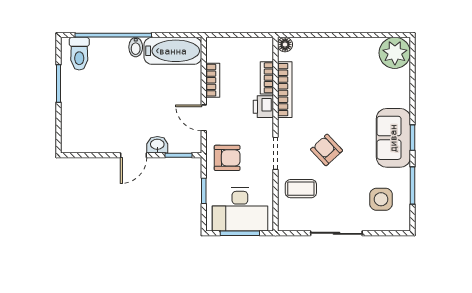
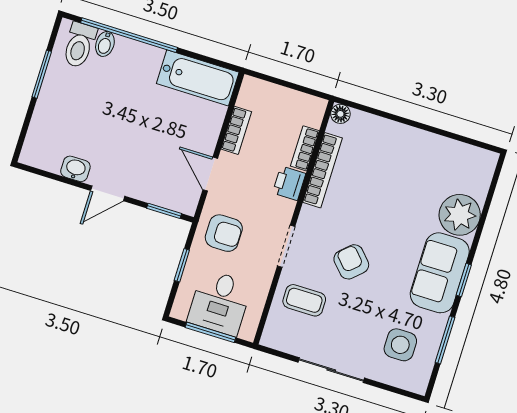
bidet: (136, 47) -> (105, 44), moved
plant: (395, 53) -> (460, 215), moved
washbasin: (157, 145) -> (75, 169), moved
desk: (240, 209) -> (220, 303), width x0.73

